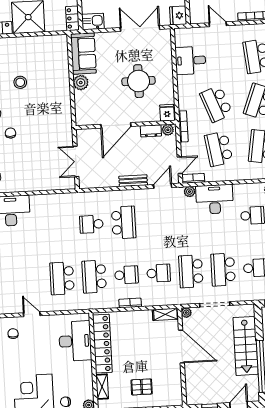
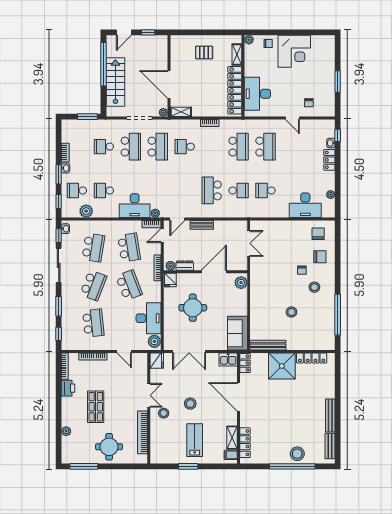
plant: (182, 38) -> (154, 341), added
bench: (46, 41) -> (268, 345), added
desk: (190, 60) -> (149, 318), width x1.37
plant: (81, 83) -> (241, 283), moved
school desk: (126, 275) -> (265, 190), moved

